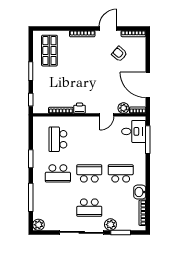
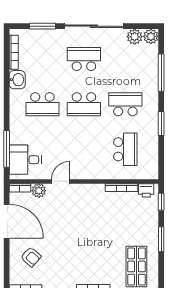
armchair: (119, 54) -> (31, 257), moved
printer: (80, 108) -> (146, 190), moved
plant: (110, 225) -> (135, 37), moved

